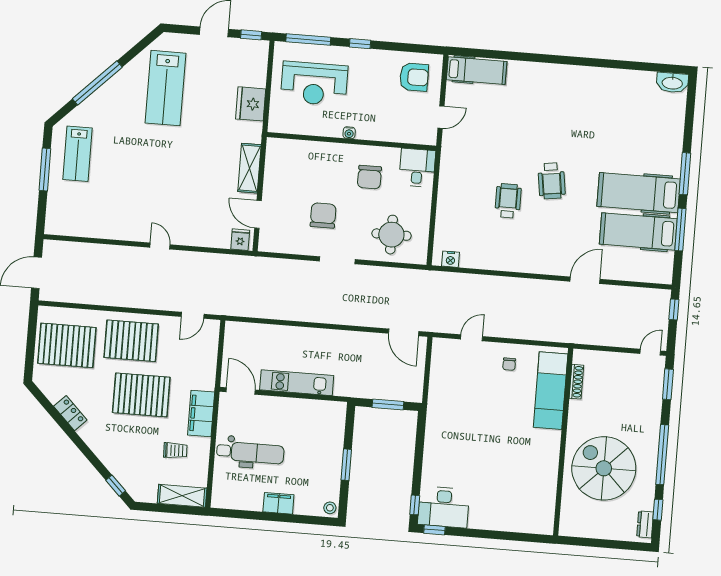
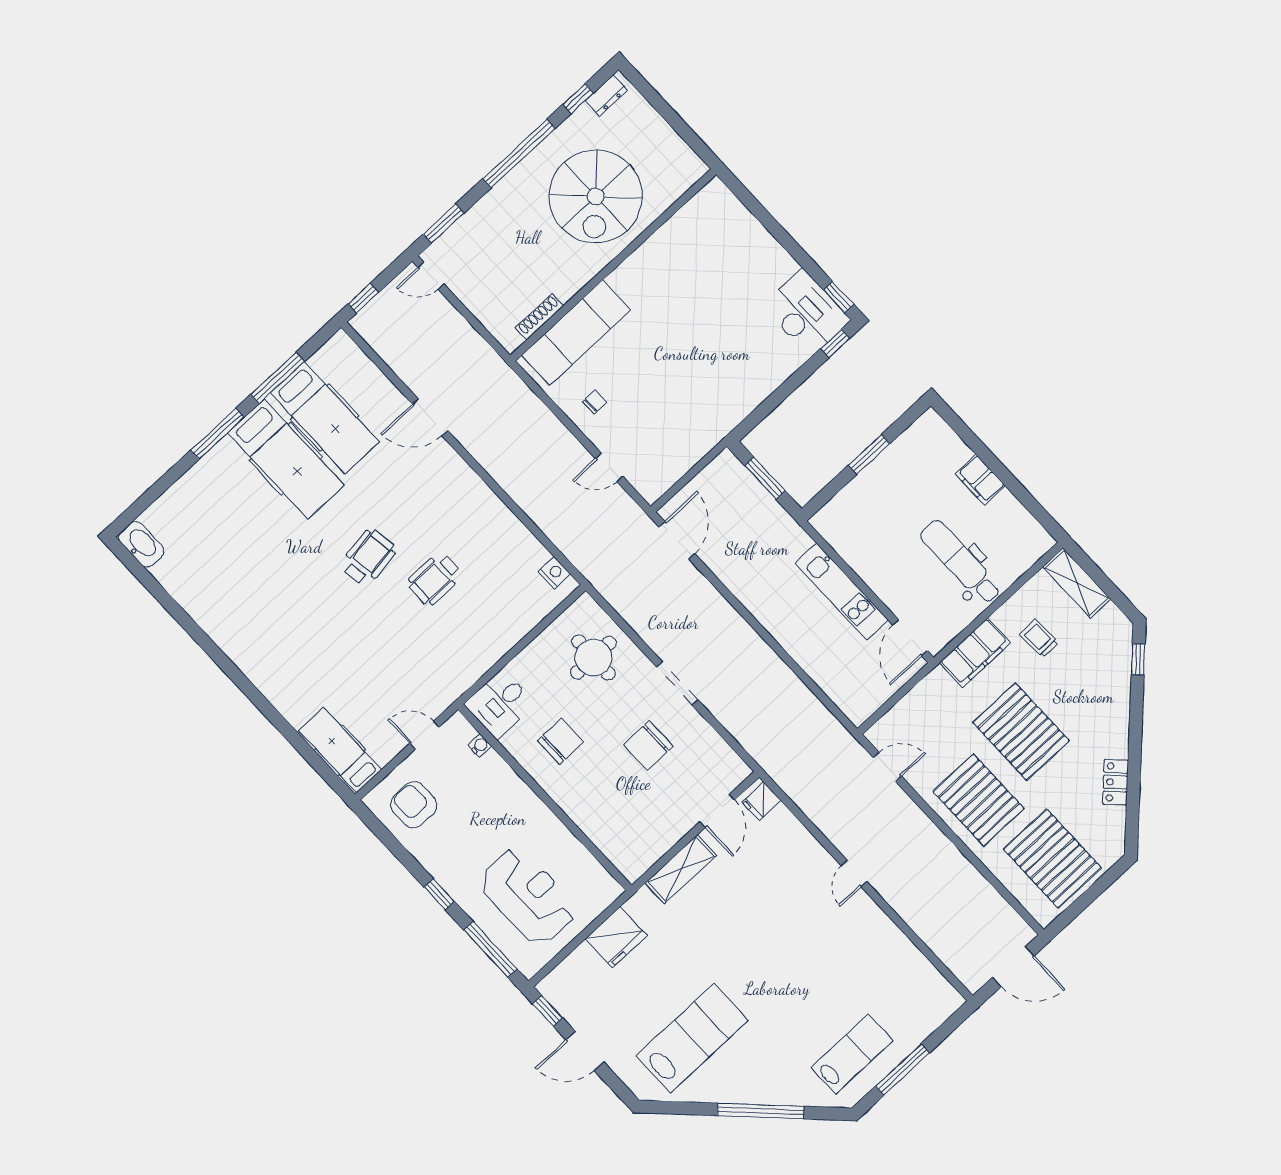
water cooler: (349, 133) -> (480, 746), moved
stool: (330, 508) -> (929, 424), removed

